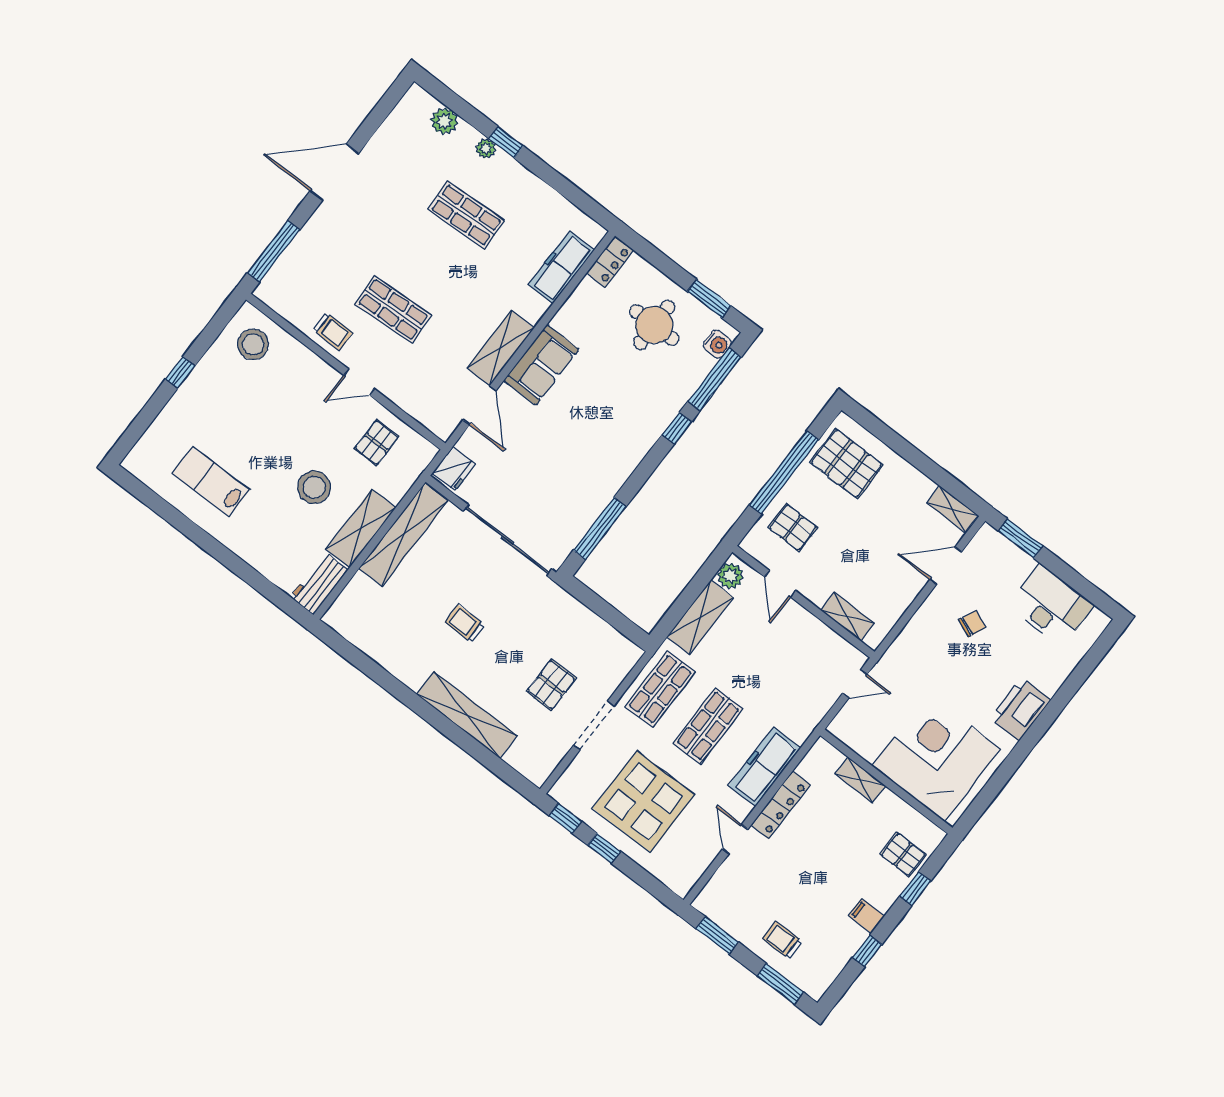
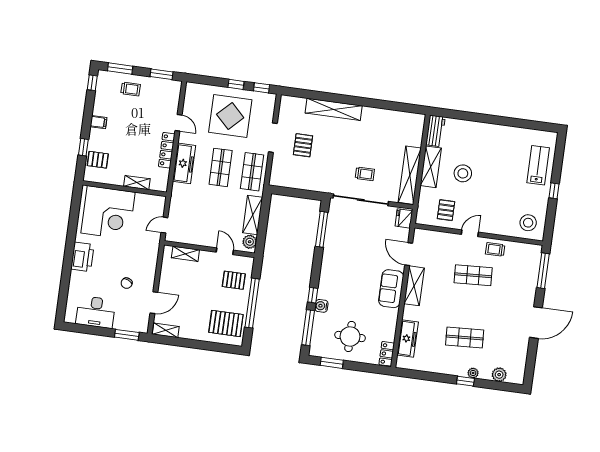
water cooler: (717, 344) -> (321, 306), moved
lab bench: (211, 482) -> (538, 165), moved, turned -90
trolley: (465, 624) -> (365, 174), moved
window: (867, 951) -> (92, 83), moved

